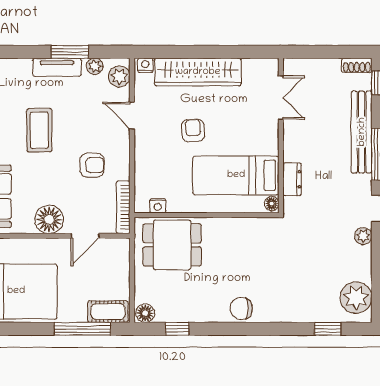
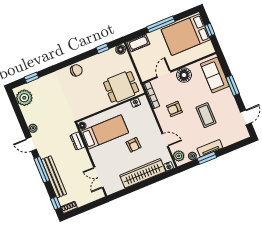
window: (82, 329) -> (161, 24), moved

